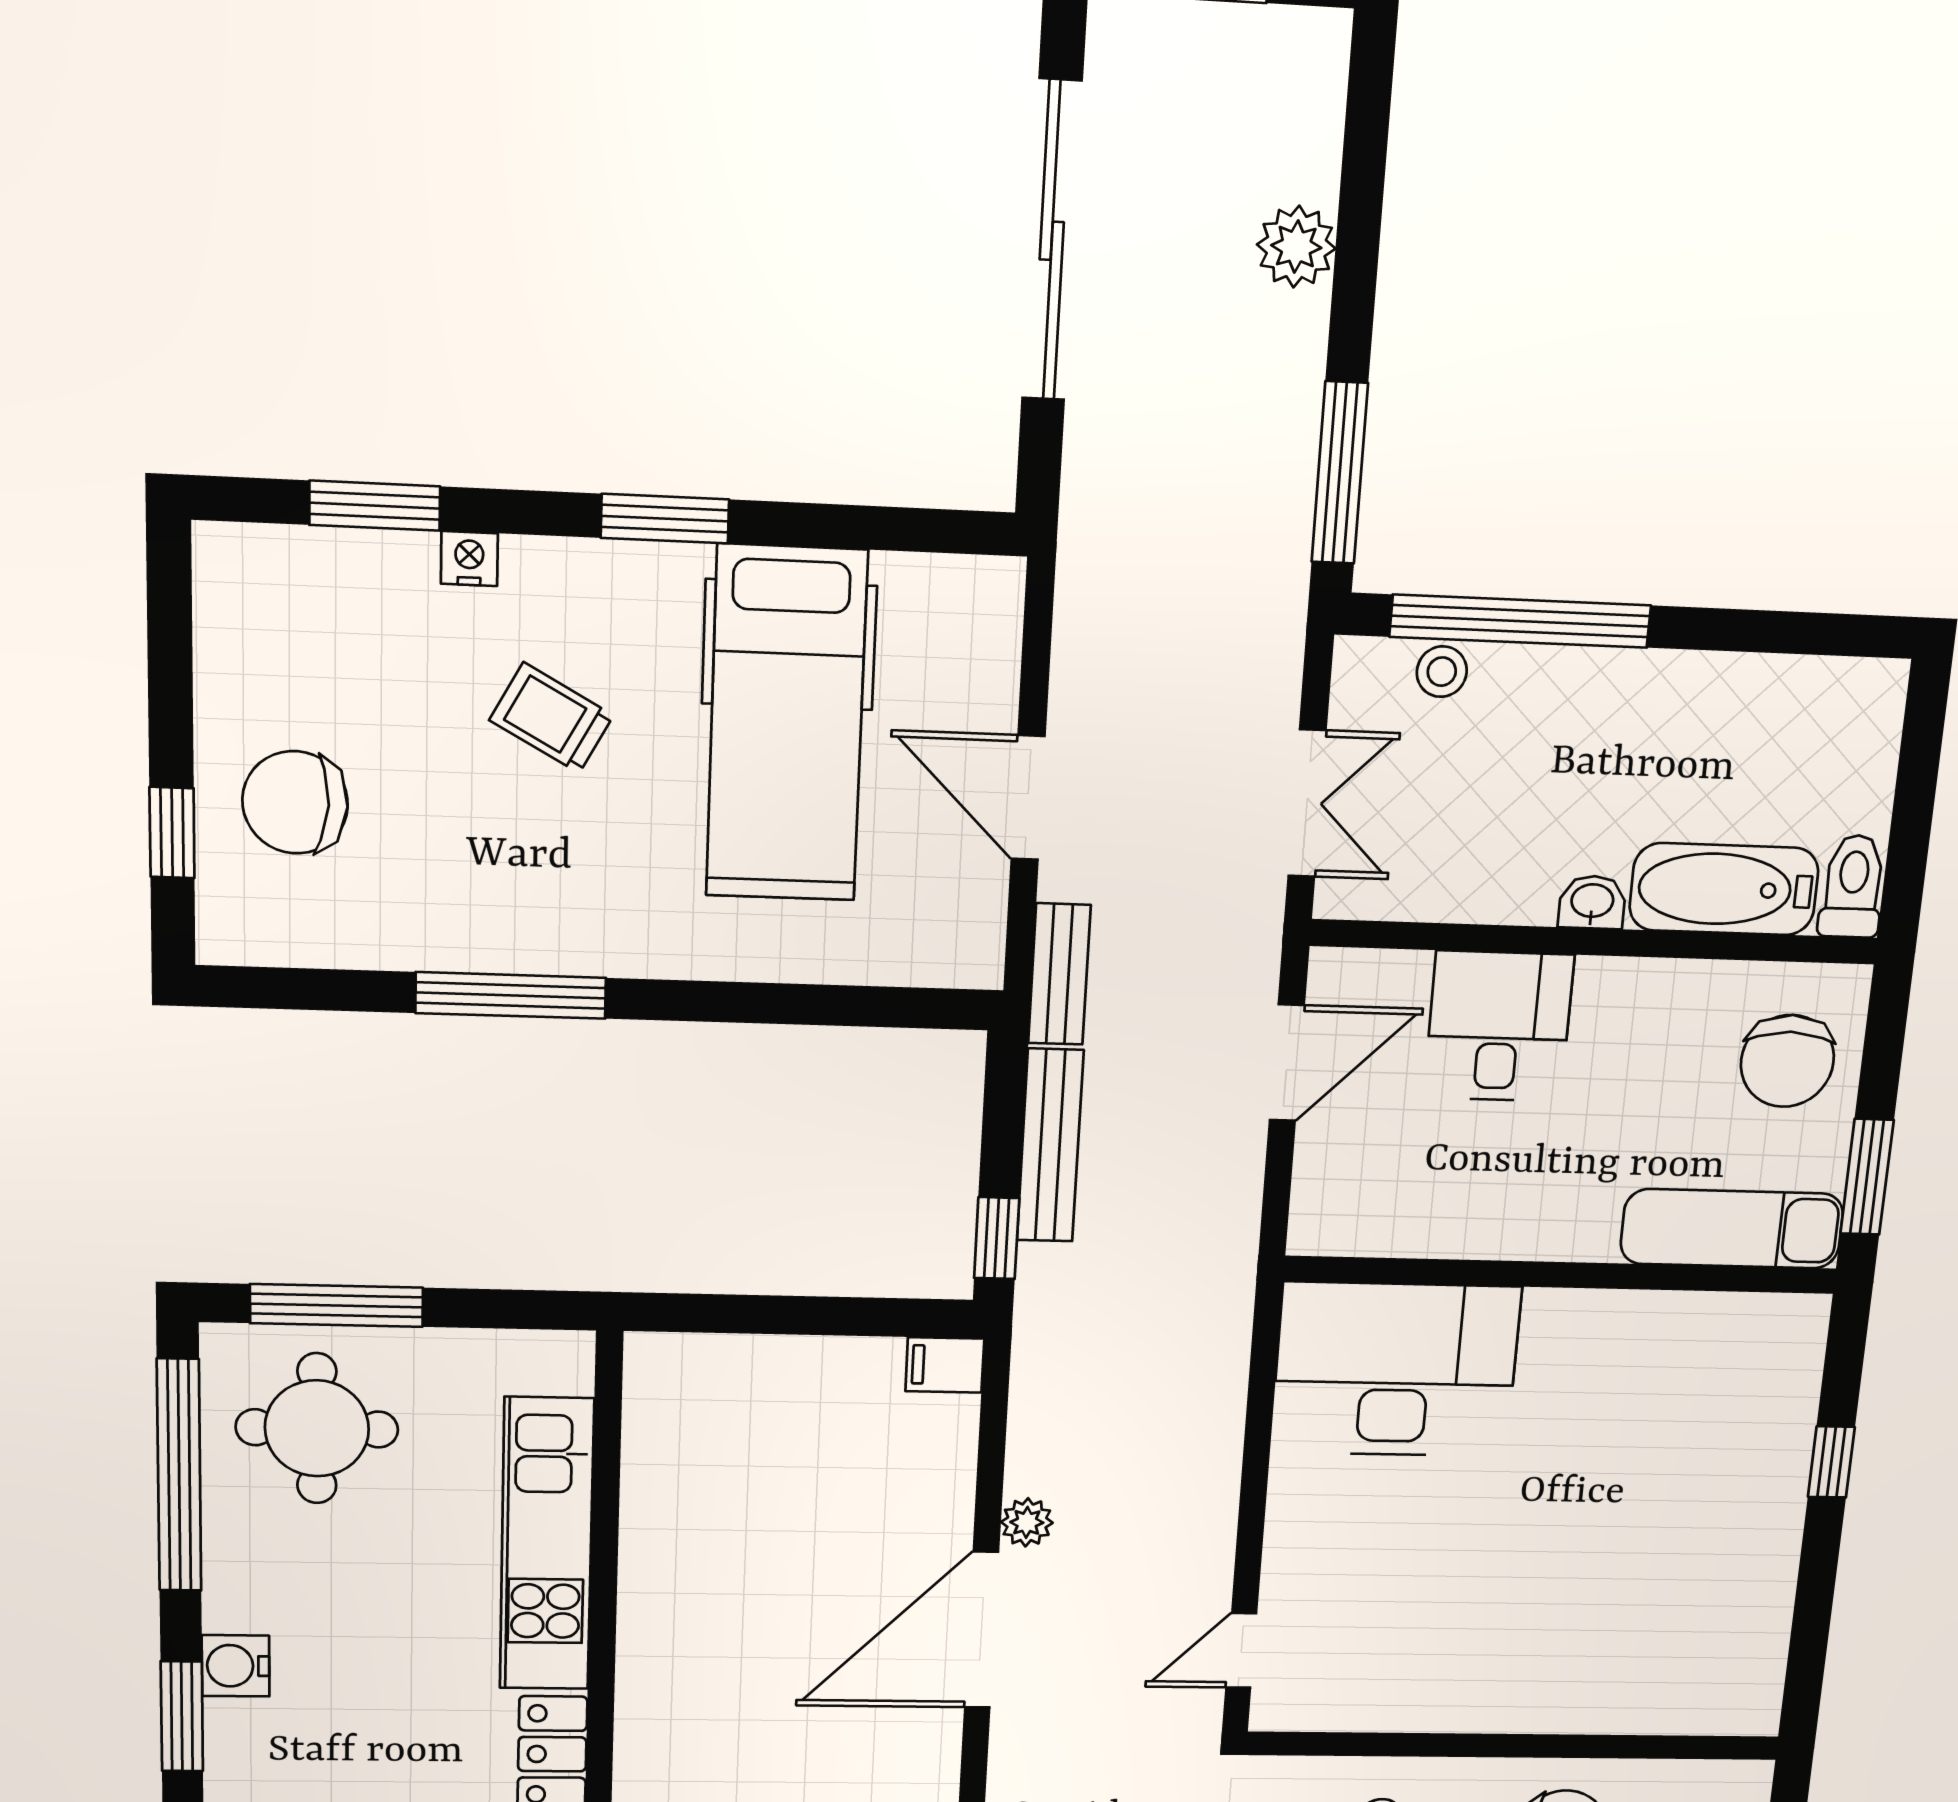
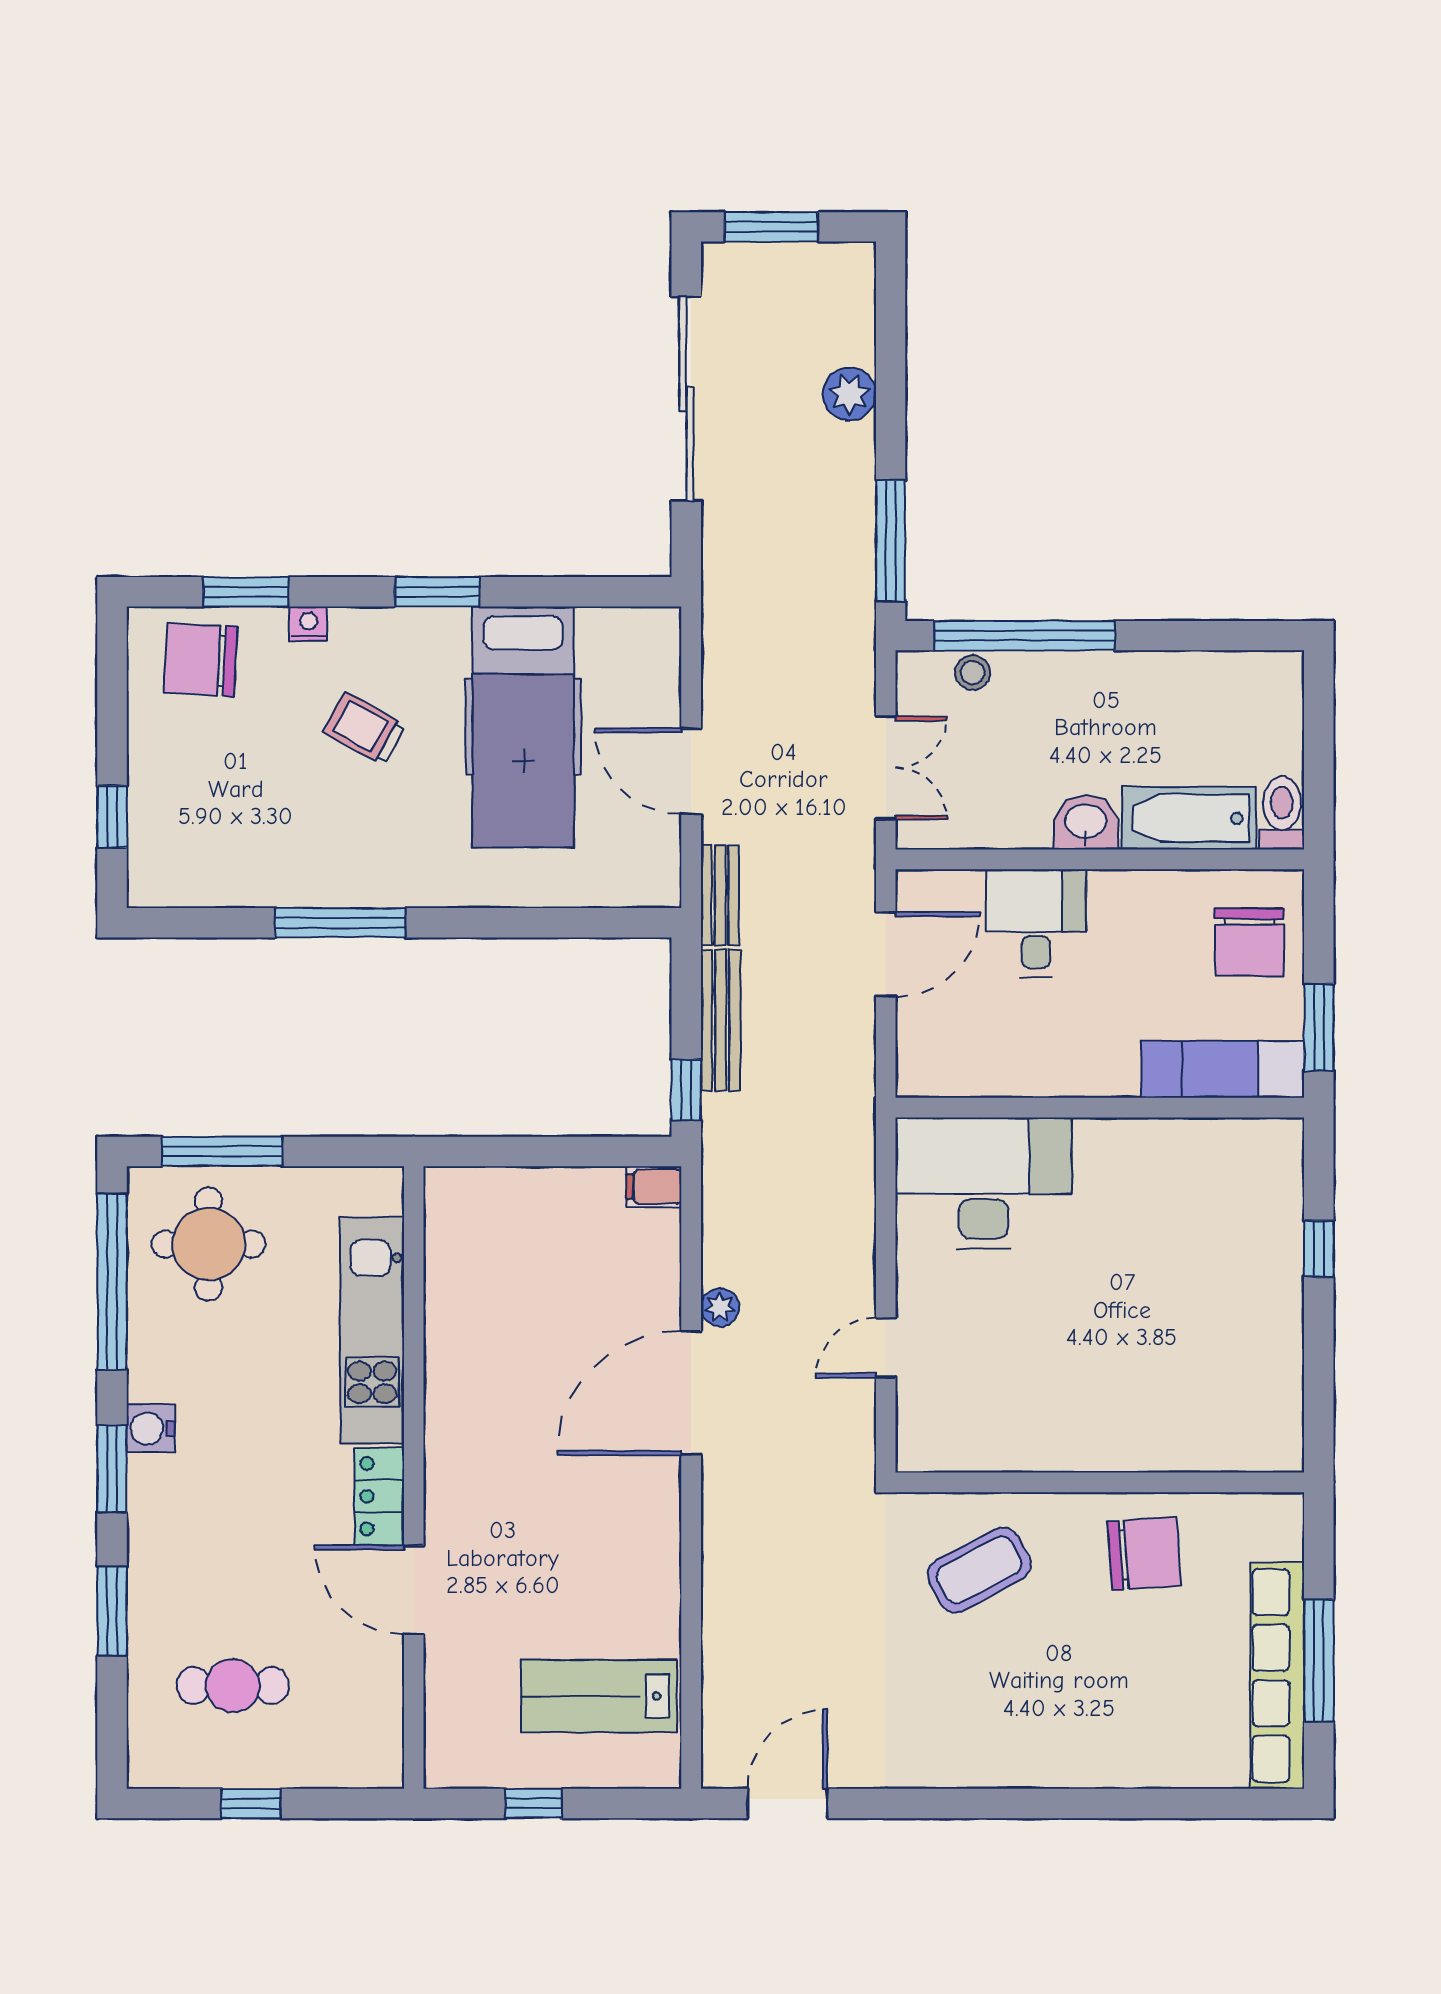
chair: (295, 802) -> (201, 660), moved
washbasin: (1592, 902) -> (1086, 822), width x1.38, depth x1.45
door: (1241, 1650) -> (886, 1348), moved

